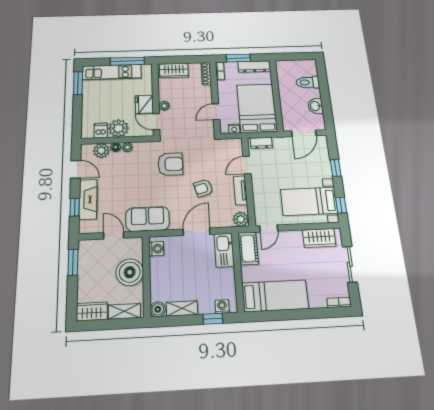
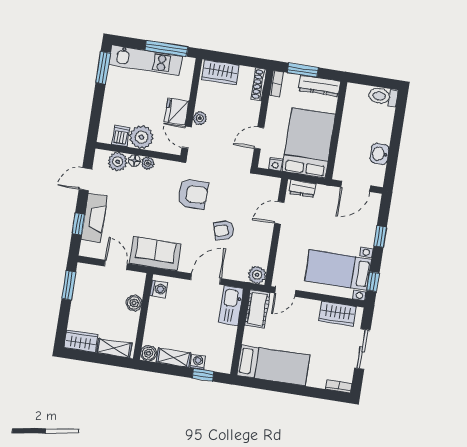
toilet: (308, 82) -> (383, 96), moved
door: (76, 169) -> (86, 179), swing flipped
tv unit: (240, 190) -> (265, 242), removed
boiler: (130, 272) -> (134, 303), width x0.54, depth x0.54
washing machine: (222, 307) -> (198, 362), moved

